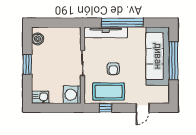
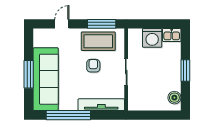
window: (122, 23) -> (68, 115), moved
window: (174, 61) -> (29, 74), width x0.68
washing machine: (72, 95) -> (152, 38), moved, turned 90
window: (106, 108) -> (102, 24), width x2.17

